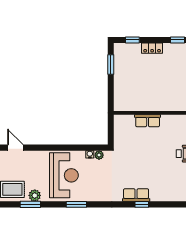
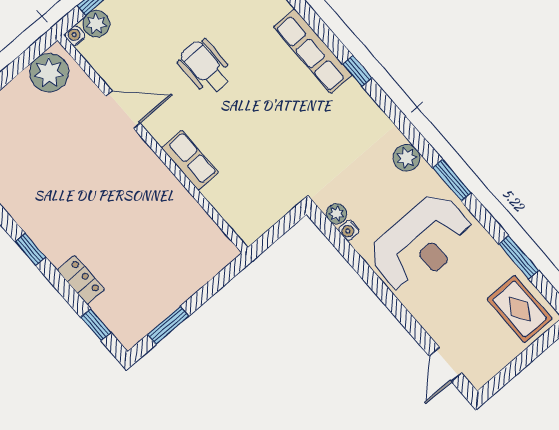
row of seats: (148, 121) -> (190, 160), moved
reception desk: (64, 175) -> (421, 243), turned 180
plant: (35, 195) -> (407, 158), moved
row of seats: (136, 195) -> (313, 51), moved, width x1.48

